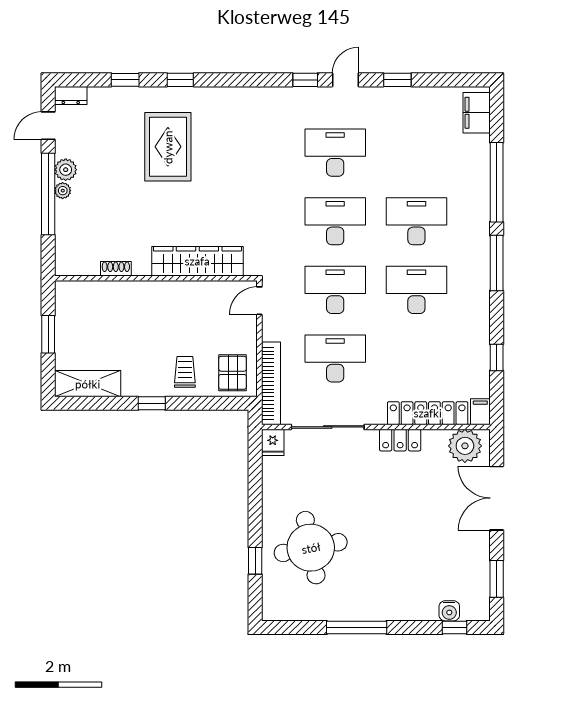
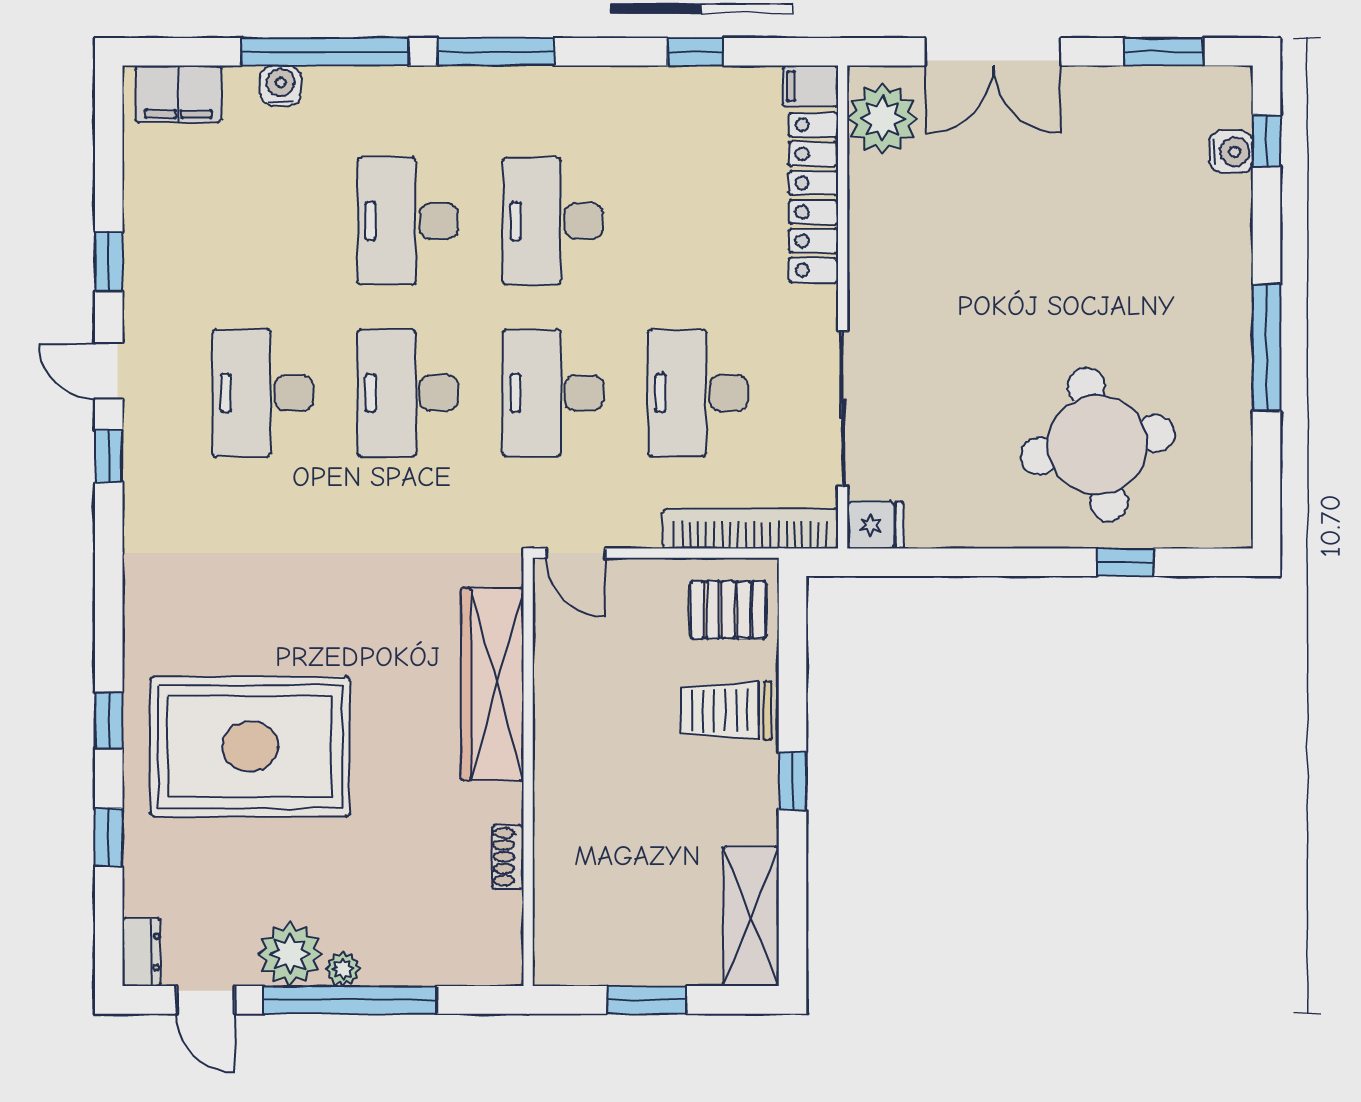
rug: (168, 147) -> (250, 747), width x1.37, depth x1.44
water cooler: (481, 161) -> (281, 86), added
plant: (66, 170) -> (290, 954), width x1.36, depth x1.36
trolley: (185, 372) -> (726, 711), width x1.36, depth x1.39
locker: (400, 440) -> (870, 256), removed

